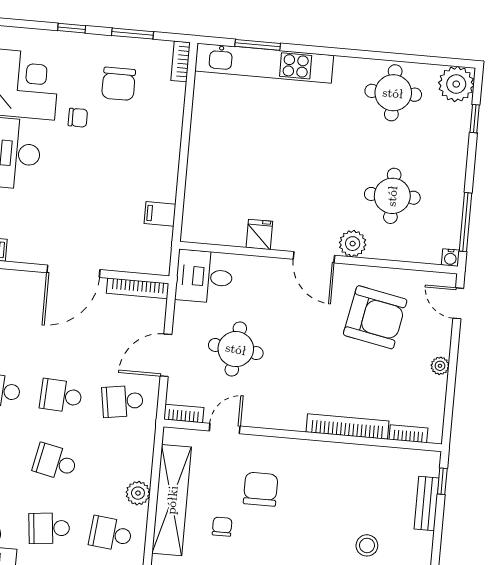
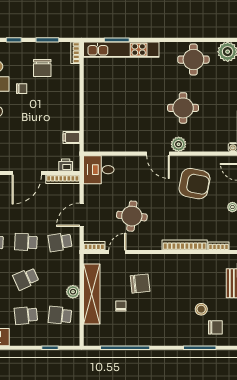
round table: (392, 196) -> (183, 108), moved
fridge: (259, 234) -> (127, 144), removed
printer: (145, 263) -> (66, 165), added
round table: (236, 349) -> (132, 216), moved
school desk: (55, 462) -> (26, 279), turned -36
chair: (261, 489) -> (140, 284), turned 84

